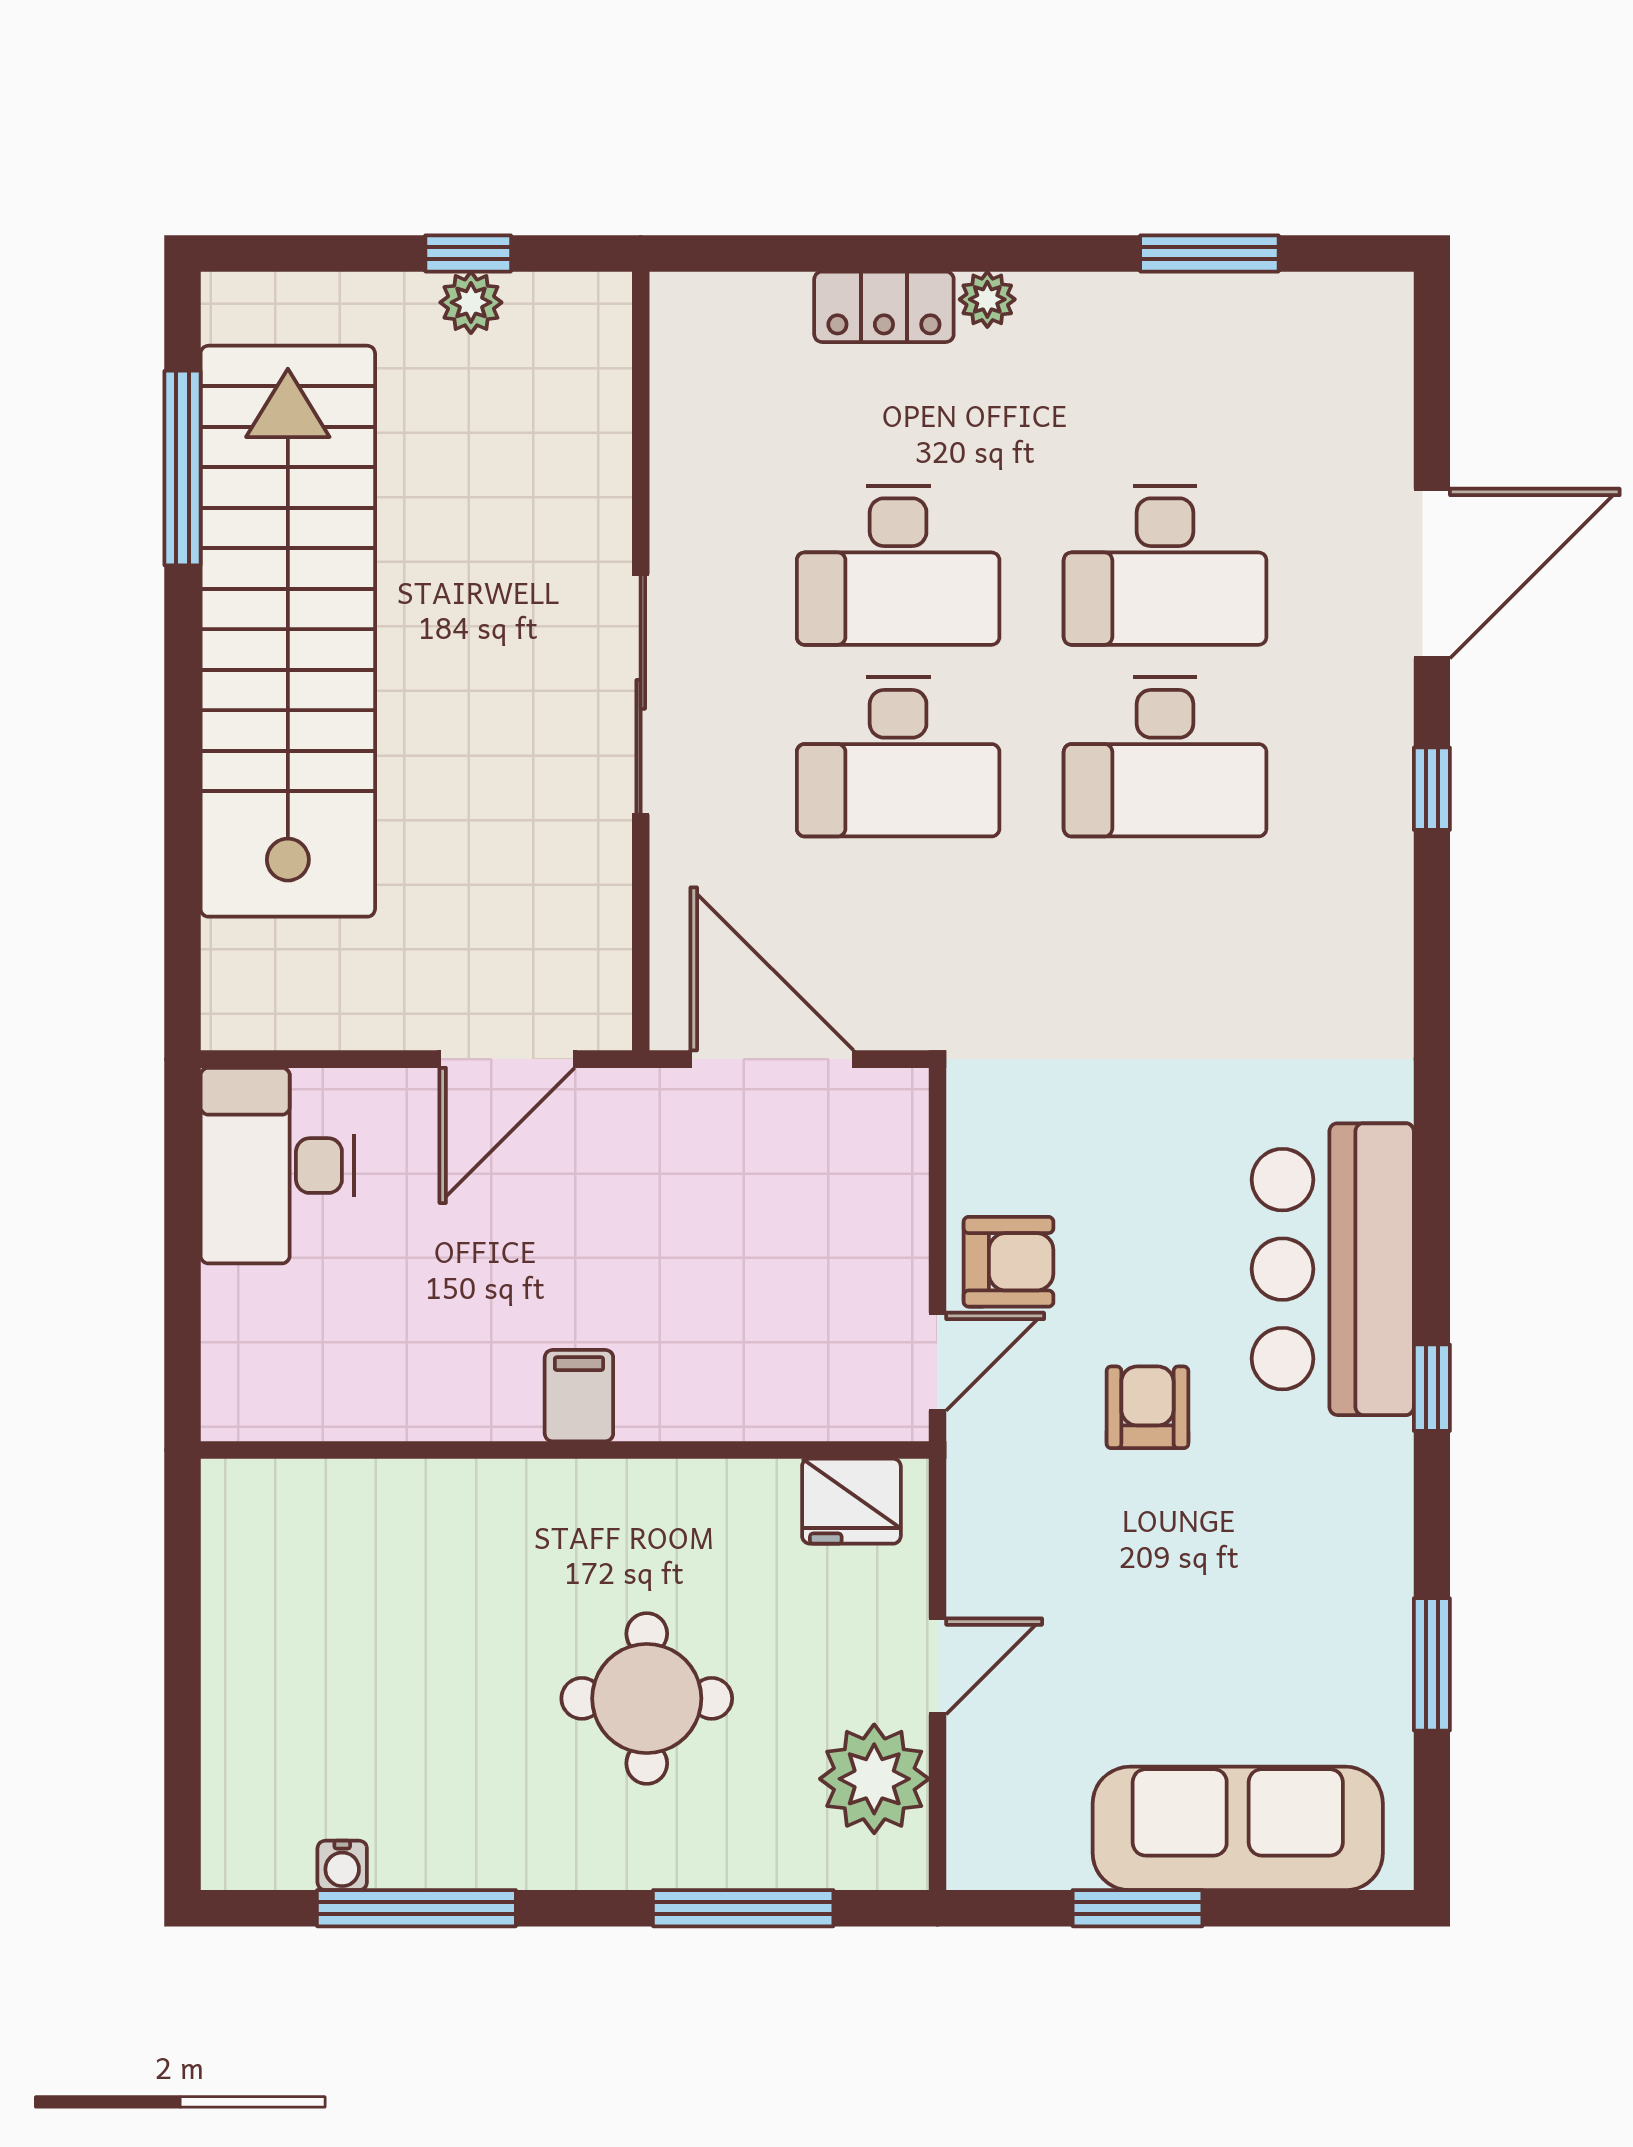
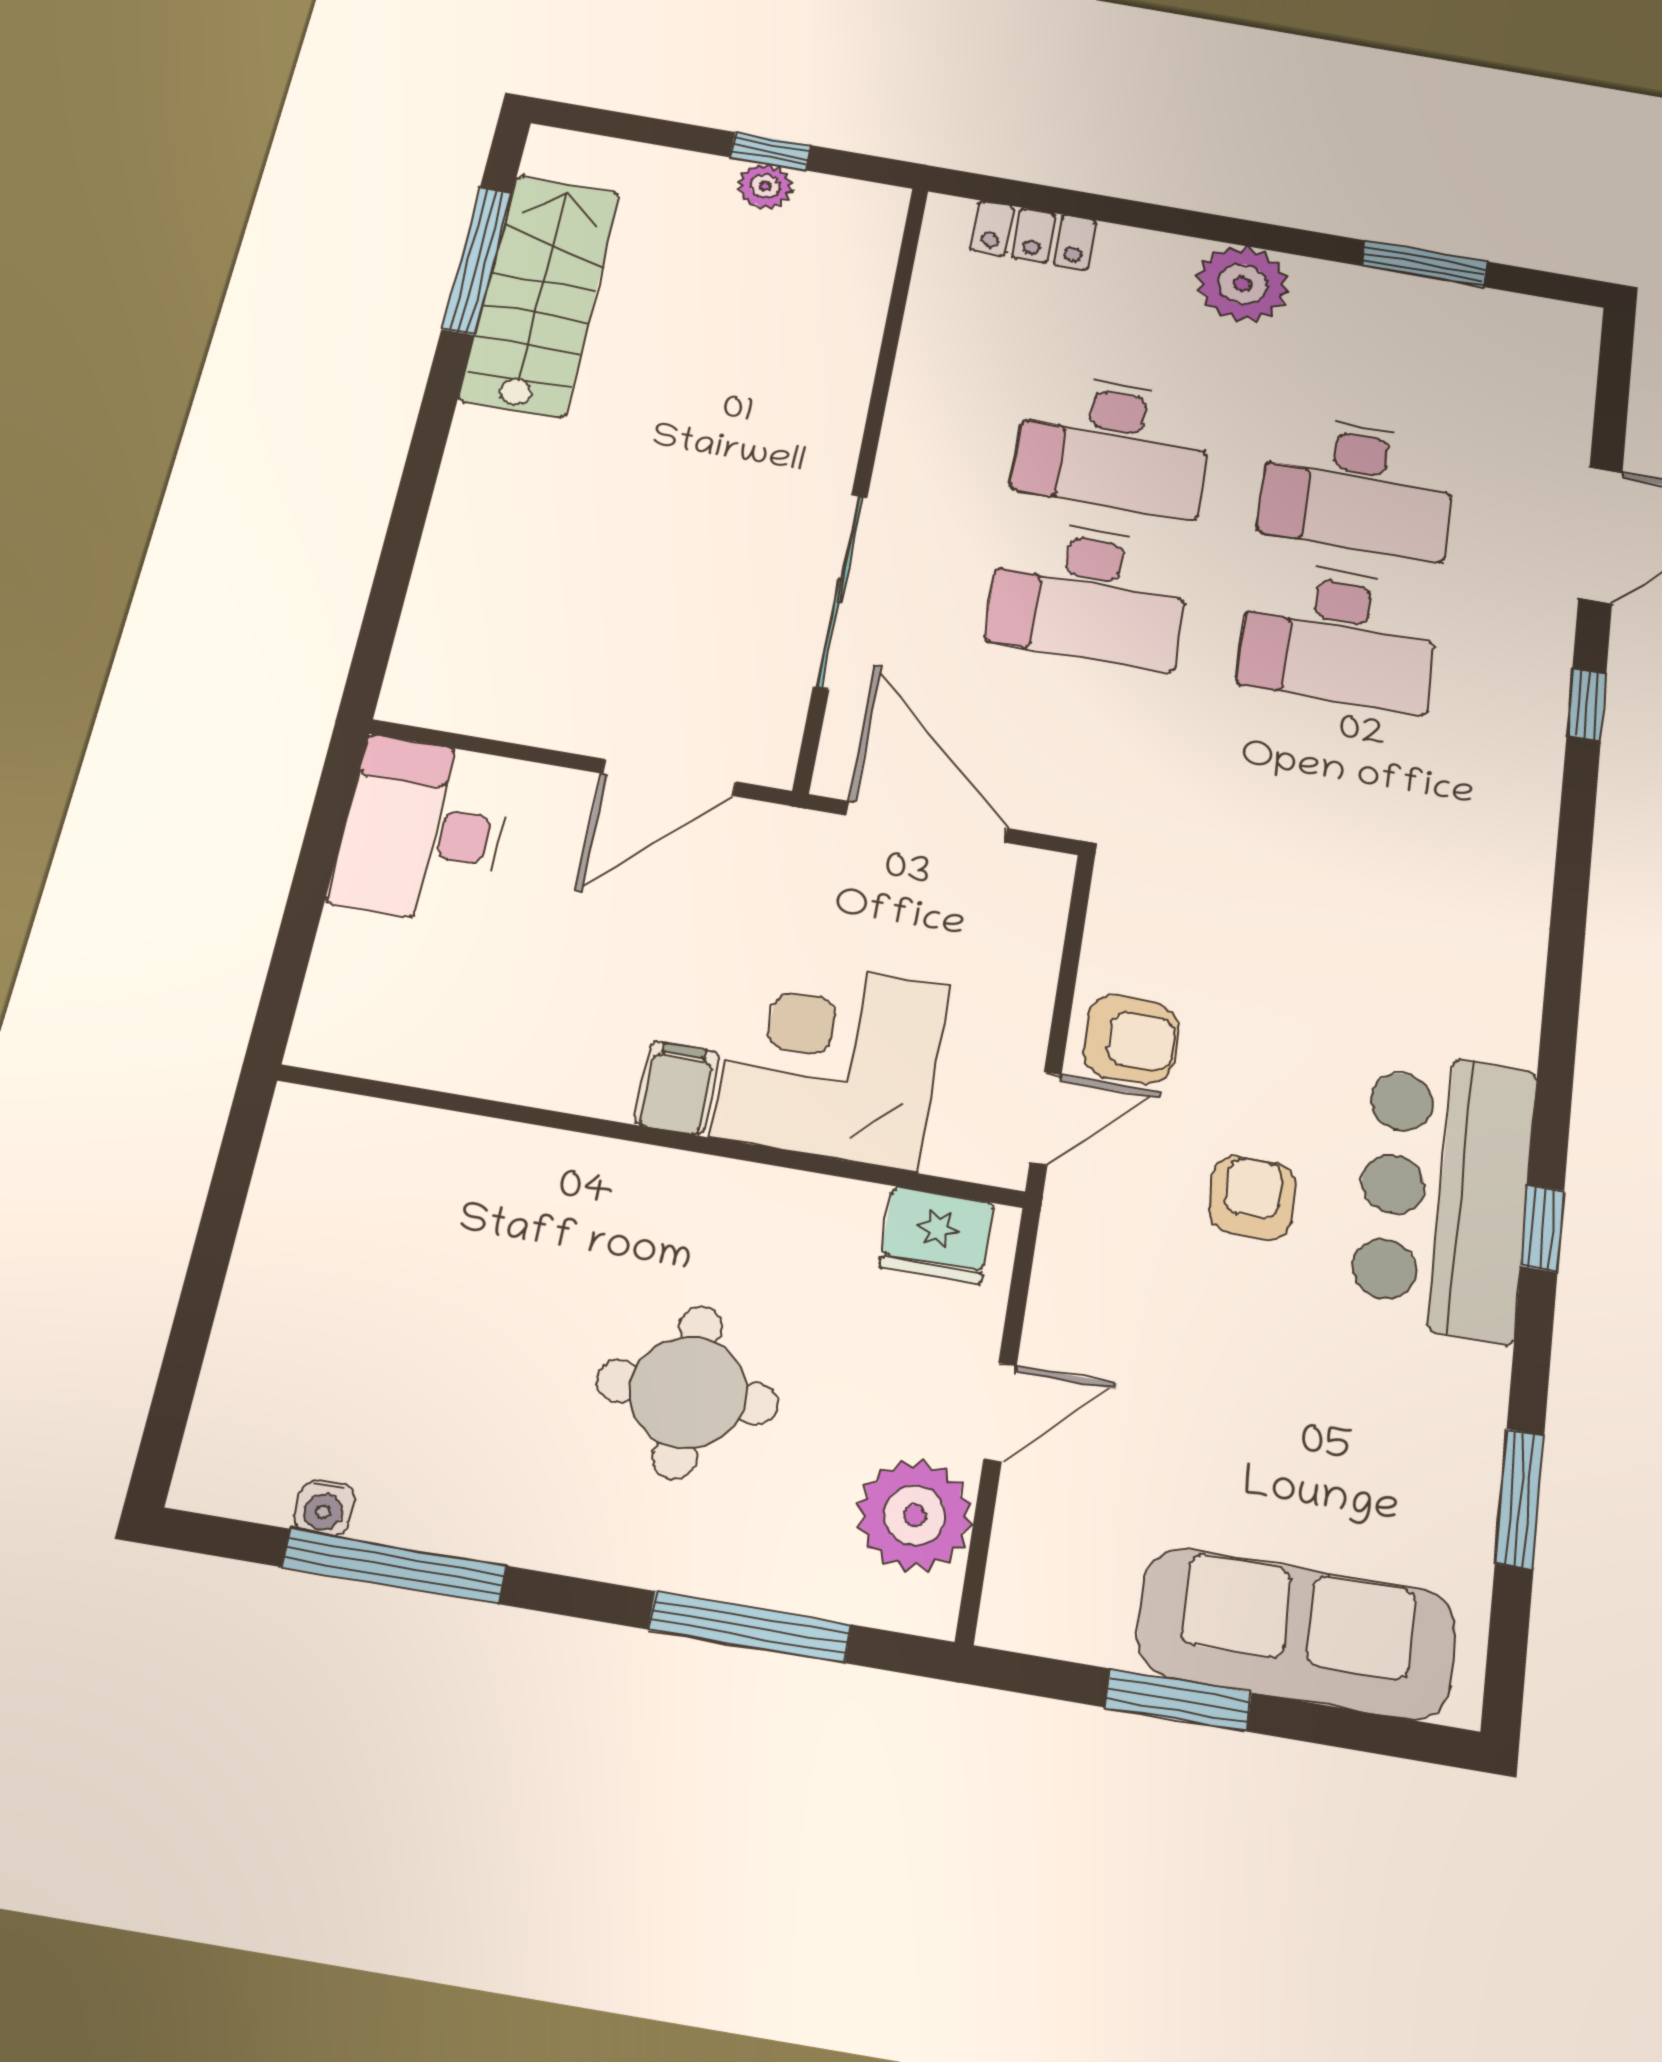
plant: (987, 299) -> (1243, 284), width x1.88, depth x1.88
locker: (884, 307) -> (1033, 235), moved
stairs: (288, 631) -> (540, 295), width x0.54, depth x0.66
sliding door: (641, 694) -> (841, 591), moved
bar counter: (1333, 1269) -> (1444, 1193), moved
corner desk: (721, 1339) -> (831, 1061), added

